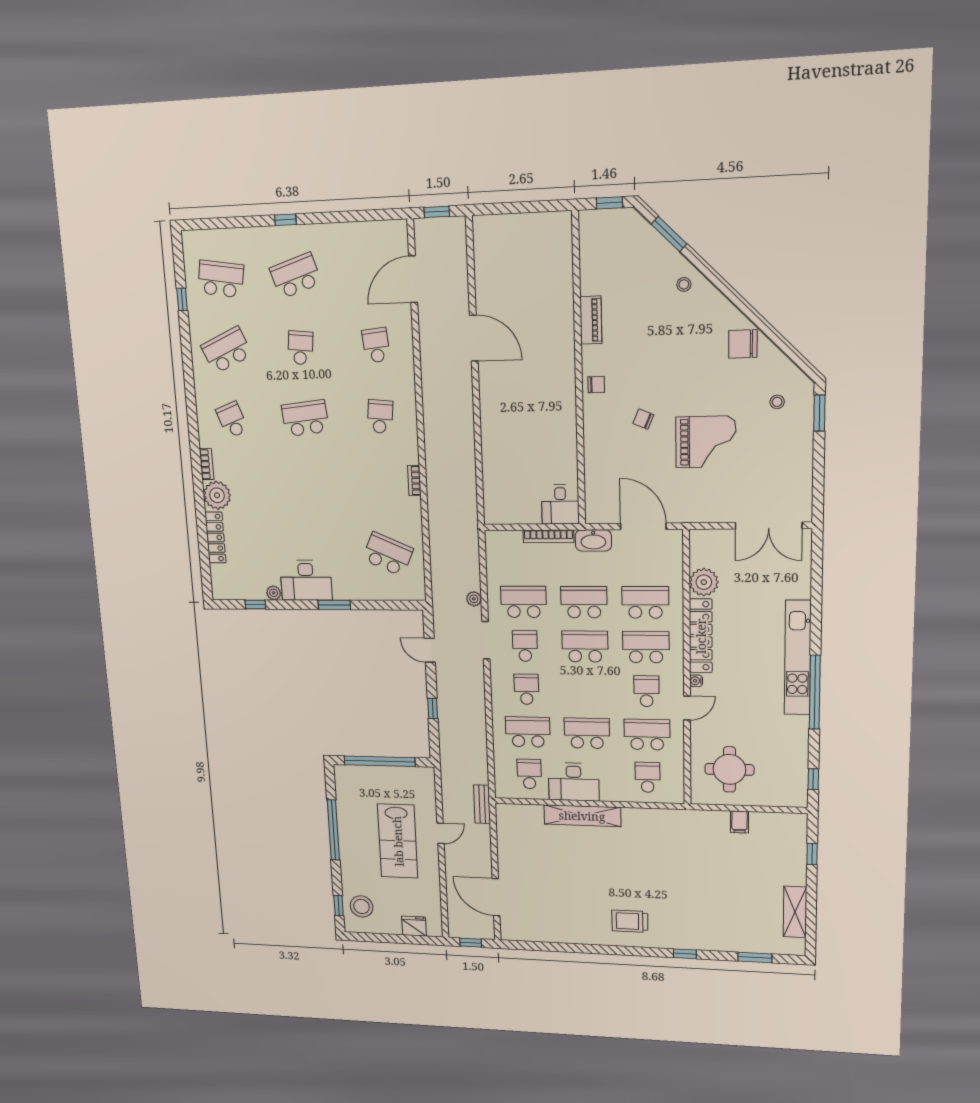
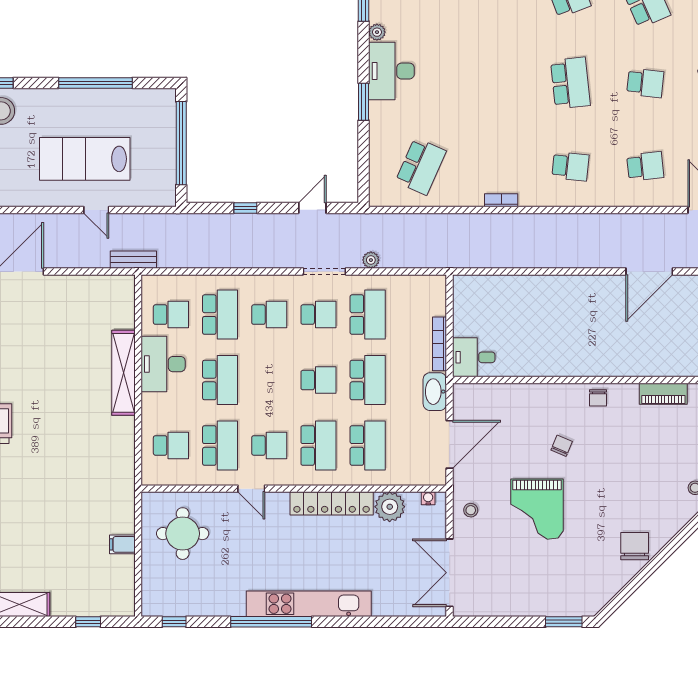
stool: (777, 402) -> (471, 510), moved
school desk: (585, 647) -> (318, 380), width x0.54
water cooler: (696, 681) -> (428, 498), moved

